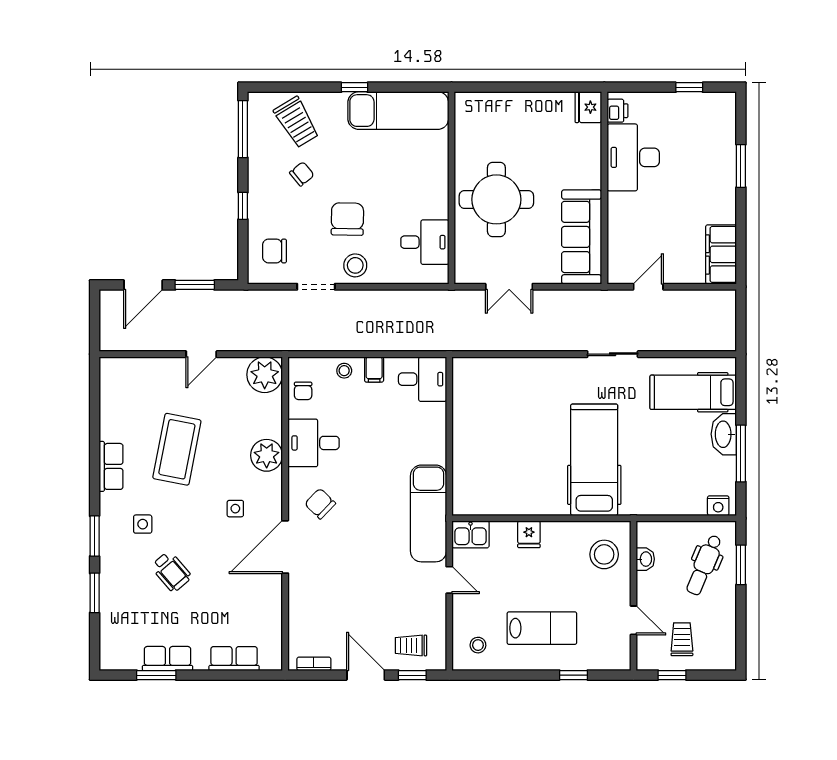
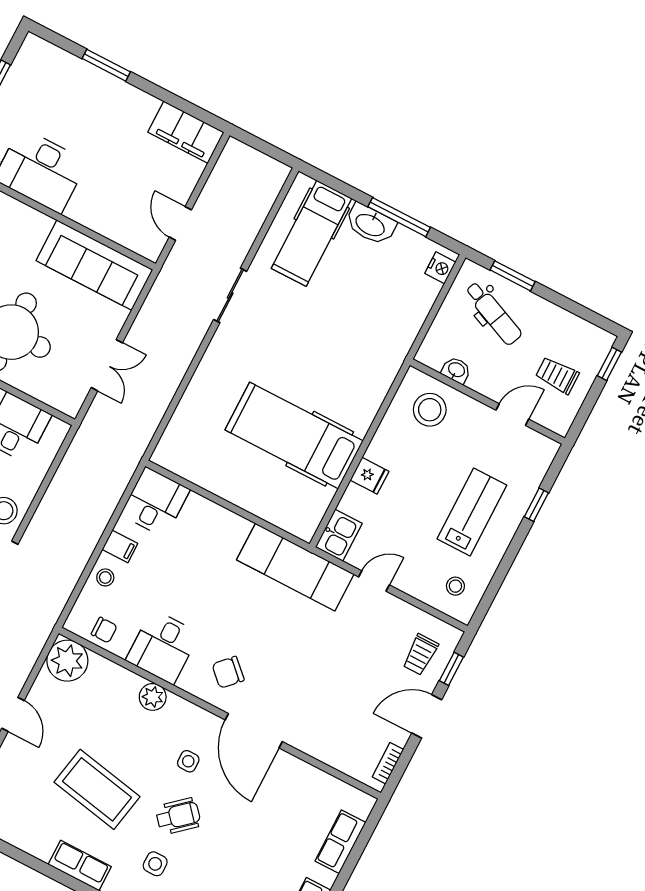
plant: (267, 455) -> (153, 697), width x0.73, depth x0.73
hospital bed: (594, 460) -> (294, 435), moved
wheelchair: (171, 572) -> (178, 816), moved
window: (672, 675) -> (609, 364), moved

